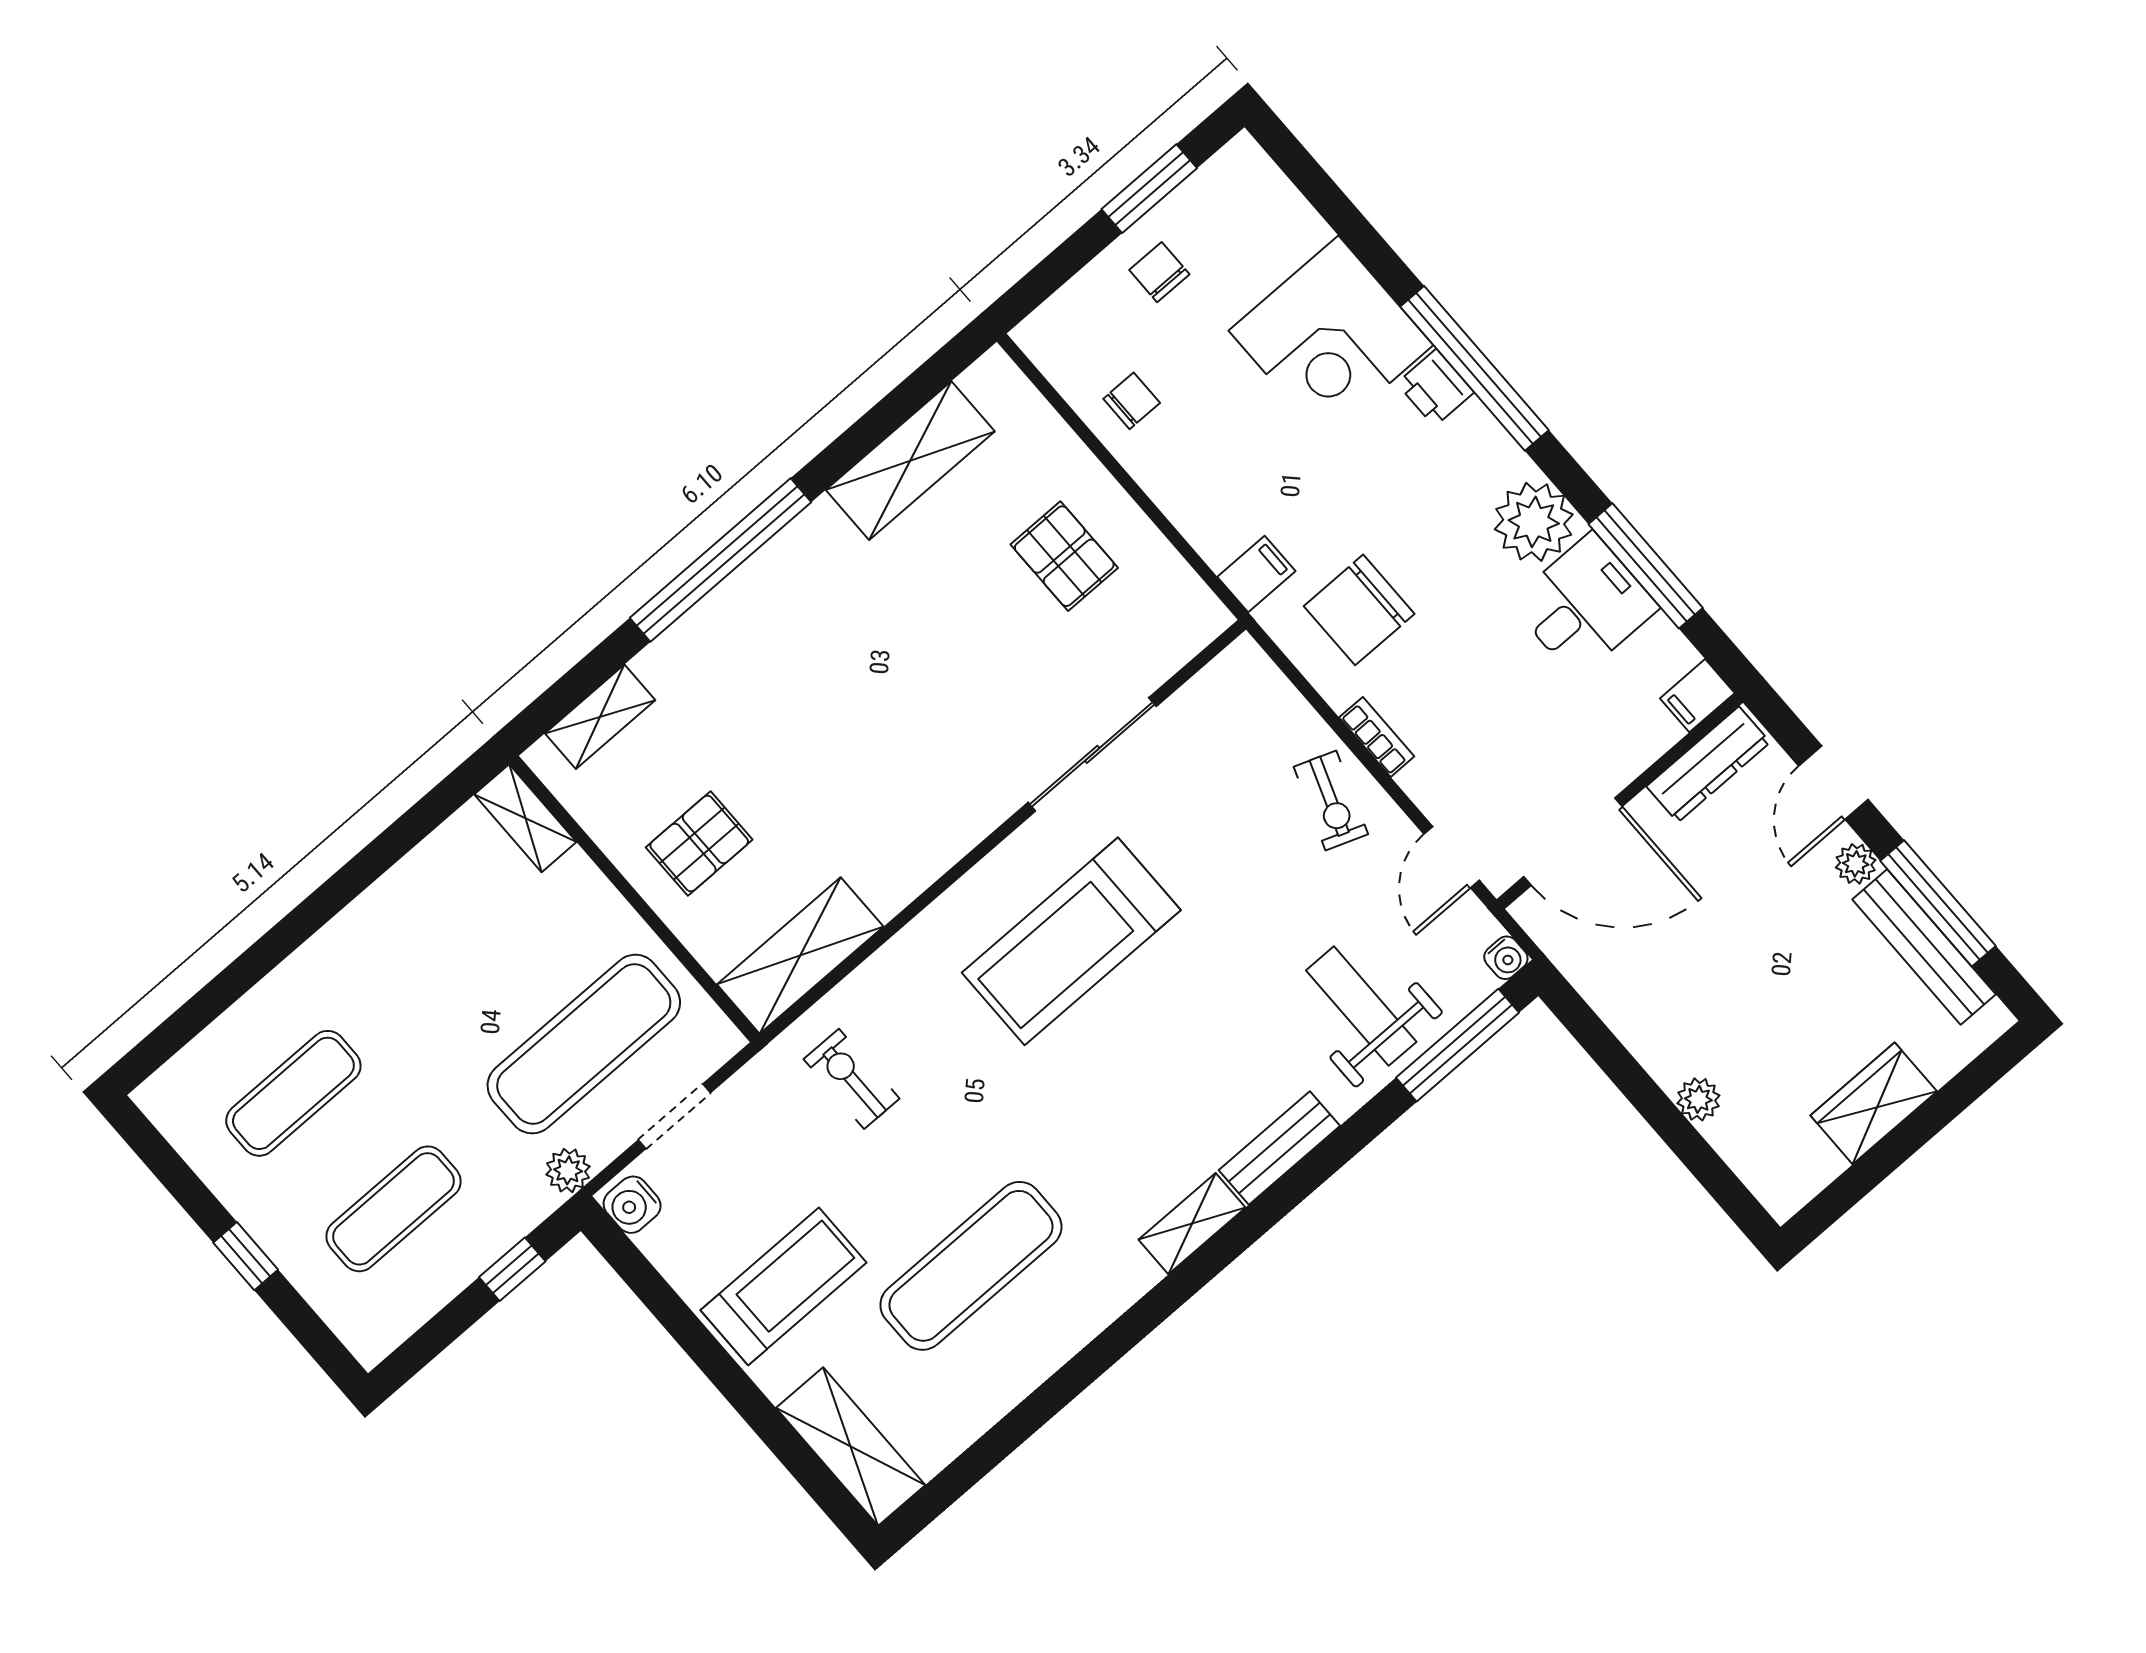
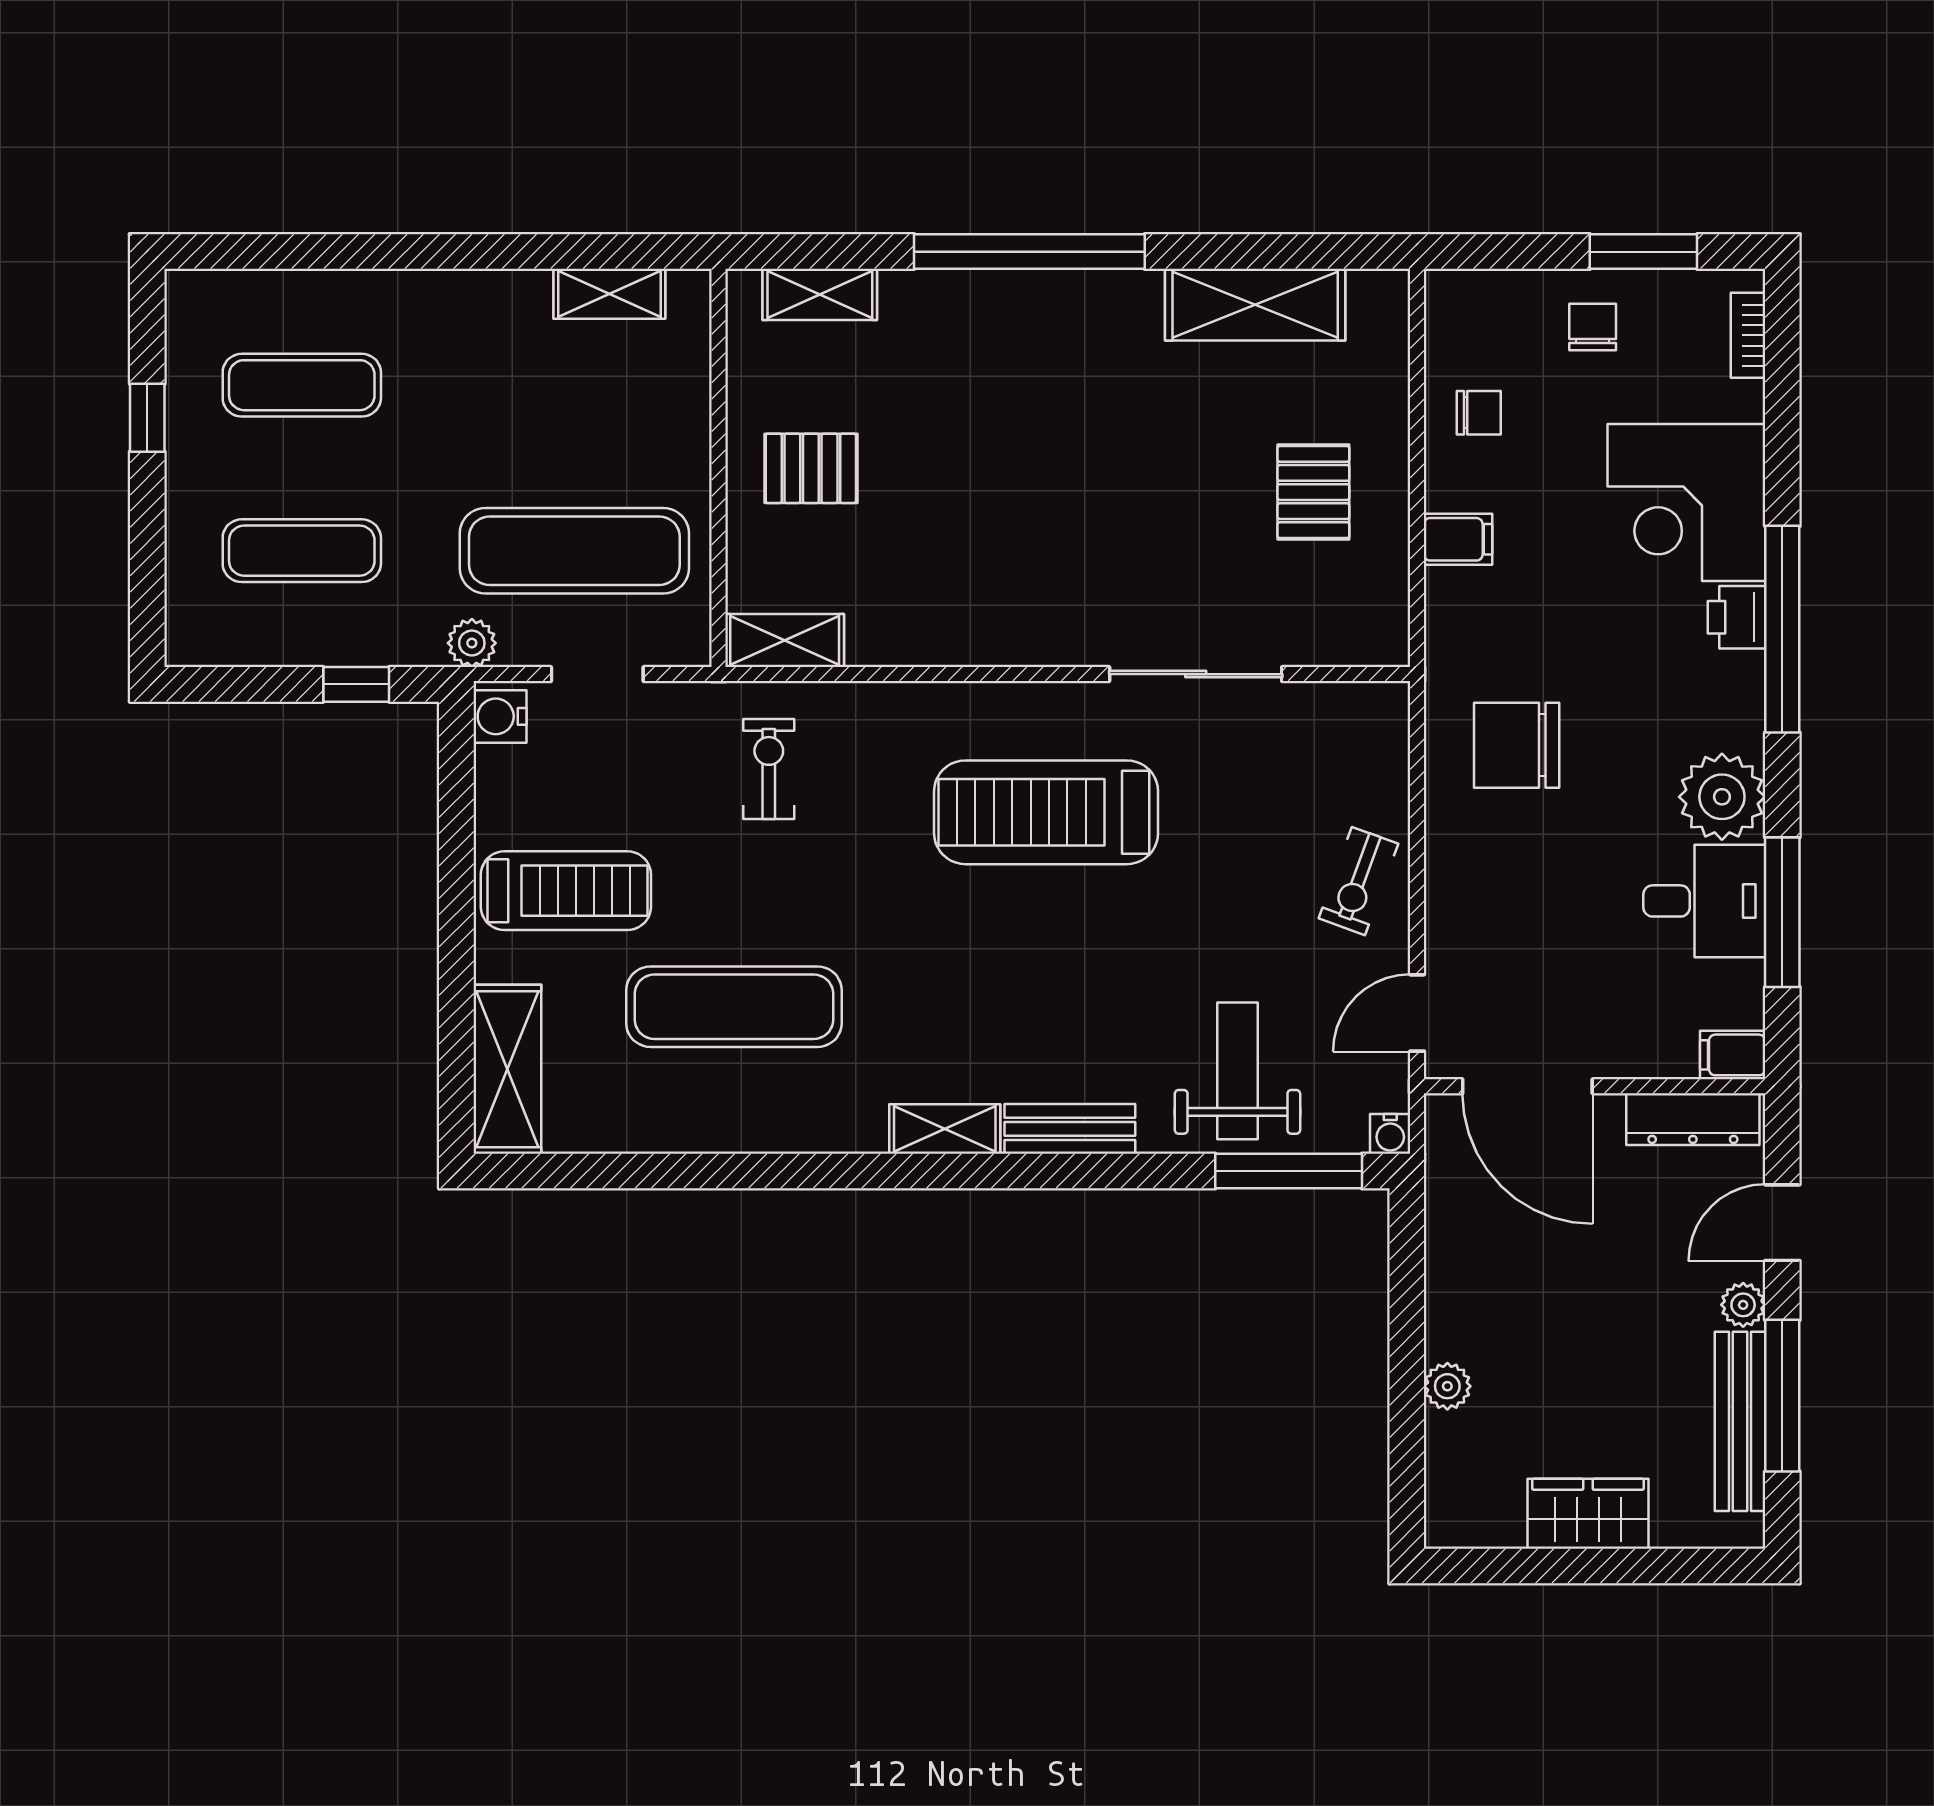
filing cabinet: (1256, 574) -> (1458, 539), moved
bookcase: (1377, 737) -> (1748, 335), moved, turned 180
shelving: (525, 818) -> (609, 294), moved, turned 90
shelving: (800, 956) -> (785, 641), width x0.67, depth x0.75
window: (246, 1256) -> (147, 418), moved

